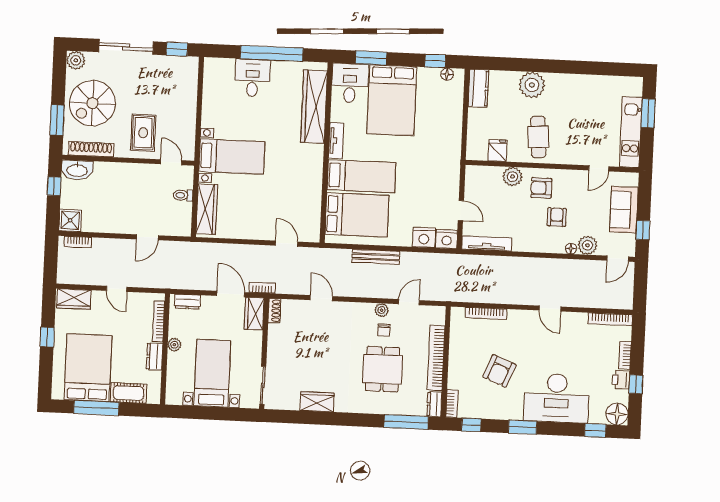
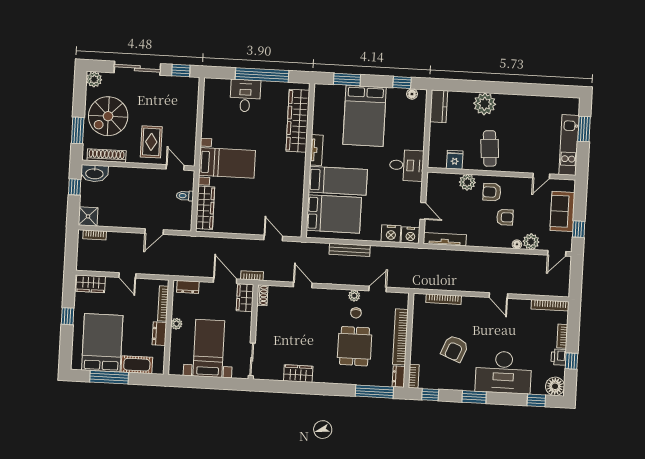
desk: (350, 83) -> (407, 165), moved, turned 90
armchair: (557, 217) -> (505, 217), turned 90

